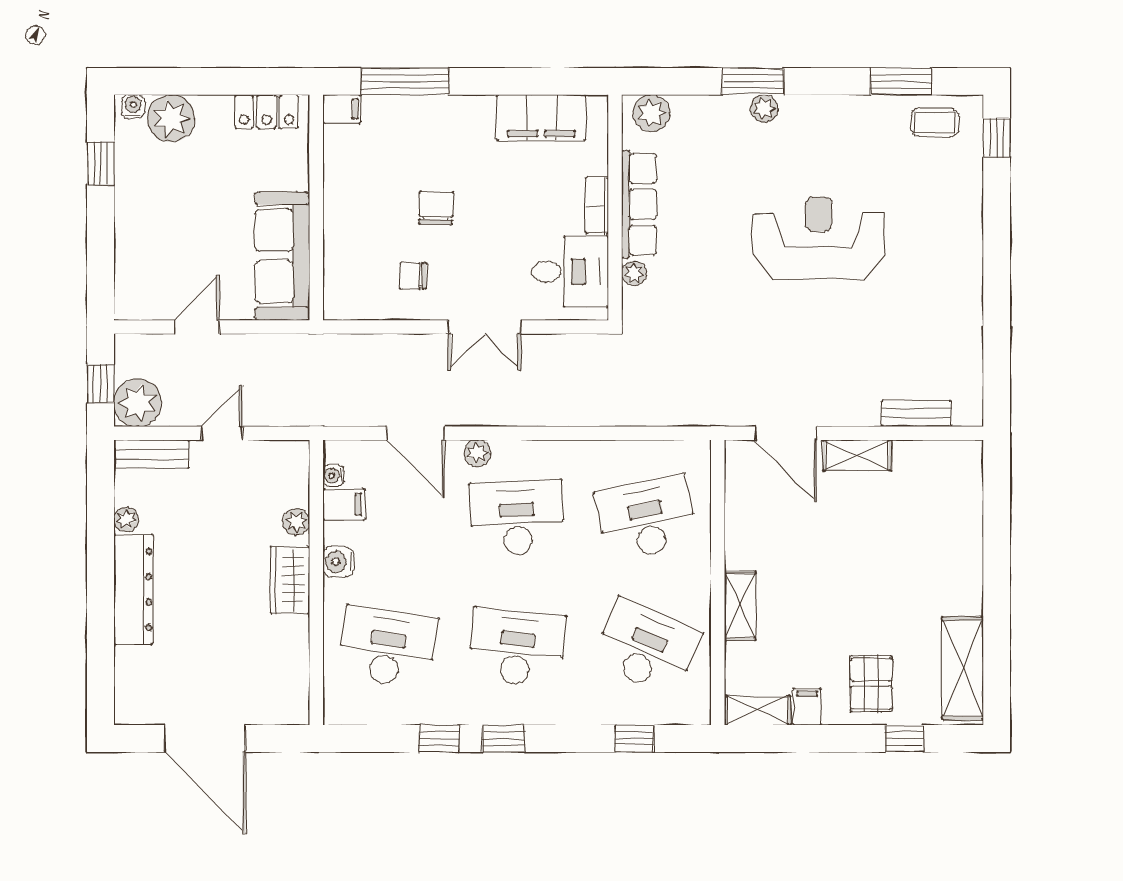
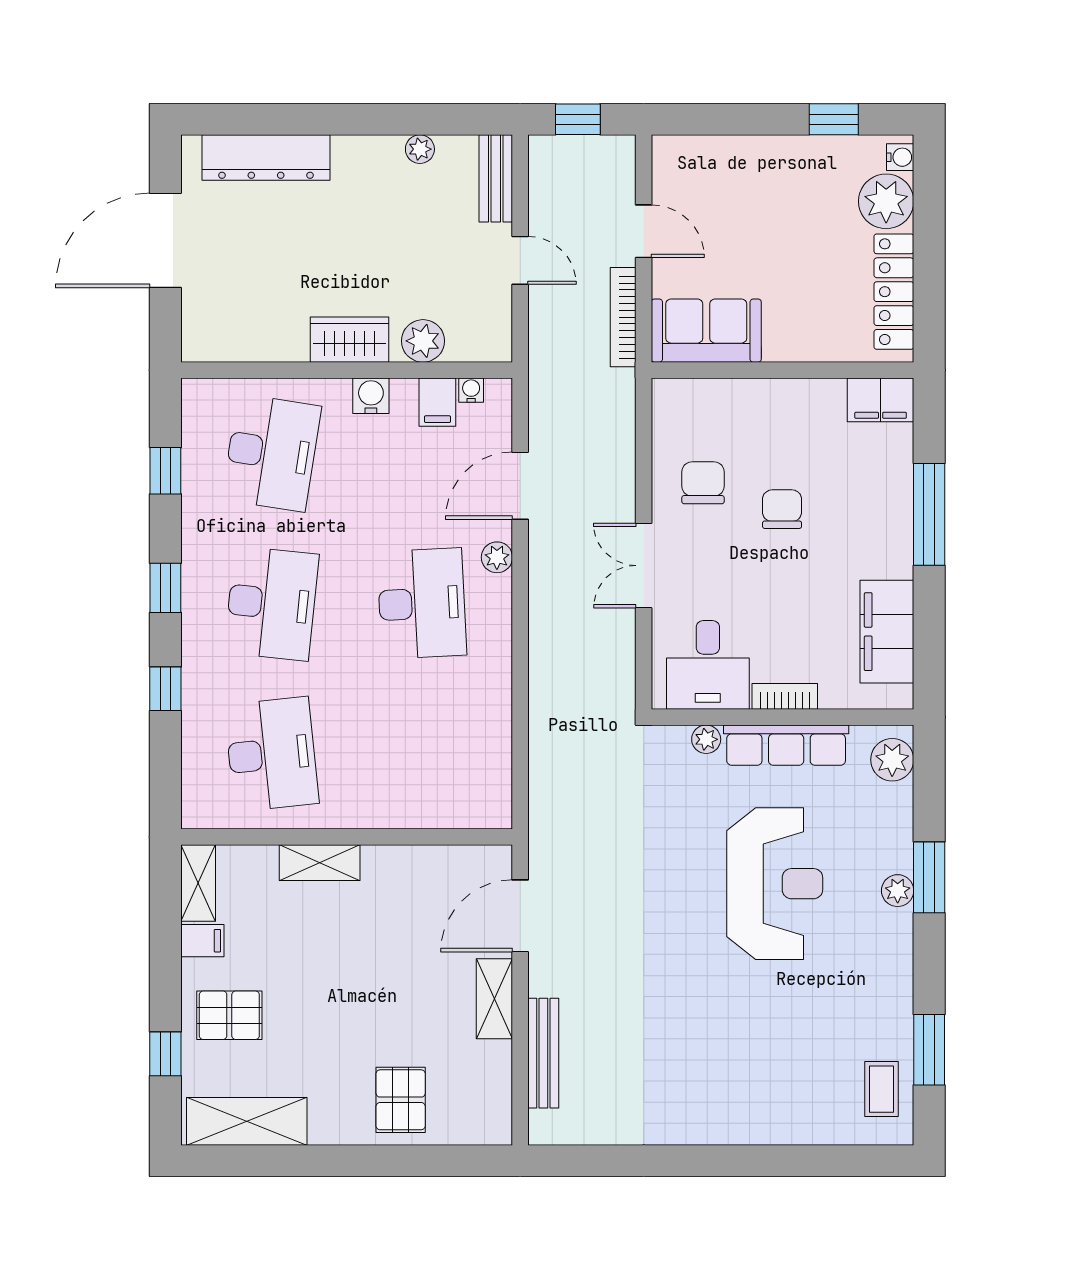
window: (405, 81) -> (929, 514), moved
filing cabinet: (342, 109) -> (881, 400), width x2.00
locker: (267, 112) -> (894, 292), width x1.53
window: (997, 138) -> (864, 1161), removed
chair: (436, 208) -> (782, 509), turned -92
reception desk: (819, 238) -> (775, 884), moved
sofa: (282, 256) -> (706, 331), width x0.73
chair: (413, 276) -> (703, 483), width x1.37, depth x1.37
bookcase: (271, 345) -> (623, 317), added
plant: (138, 403) -> (556, 162), removed
bench: (916, 413) -> (543, 1053), width x1.36
desk: (647, 518) -> (422, 754), removed
plant: (296, 522) -> (423, 341), width x1.38, depth x1.38
pallet: (944, 536) -> (401, 1100), added
dresser: (133, 589) -> (266, 158), moved
desk: (647, 647) -> (271, 754), turned -30
window: (439, 739) -> (165, 471), moved
window: (634, 739) -> (165, 689), moved

